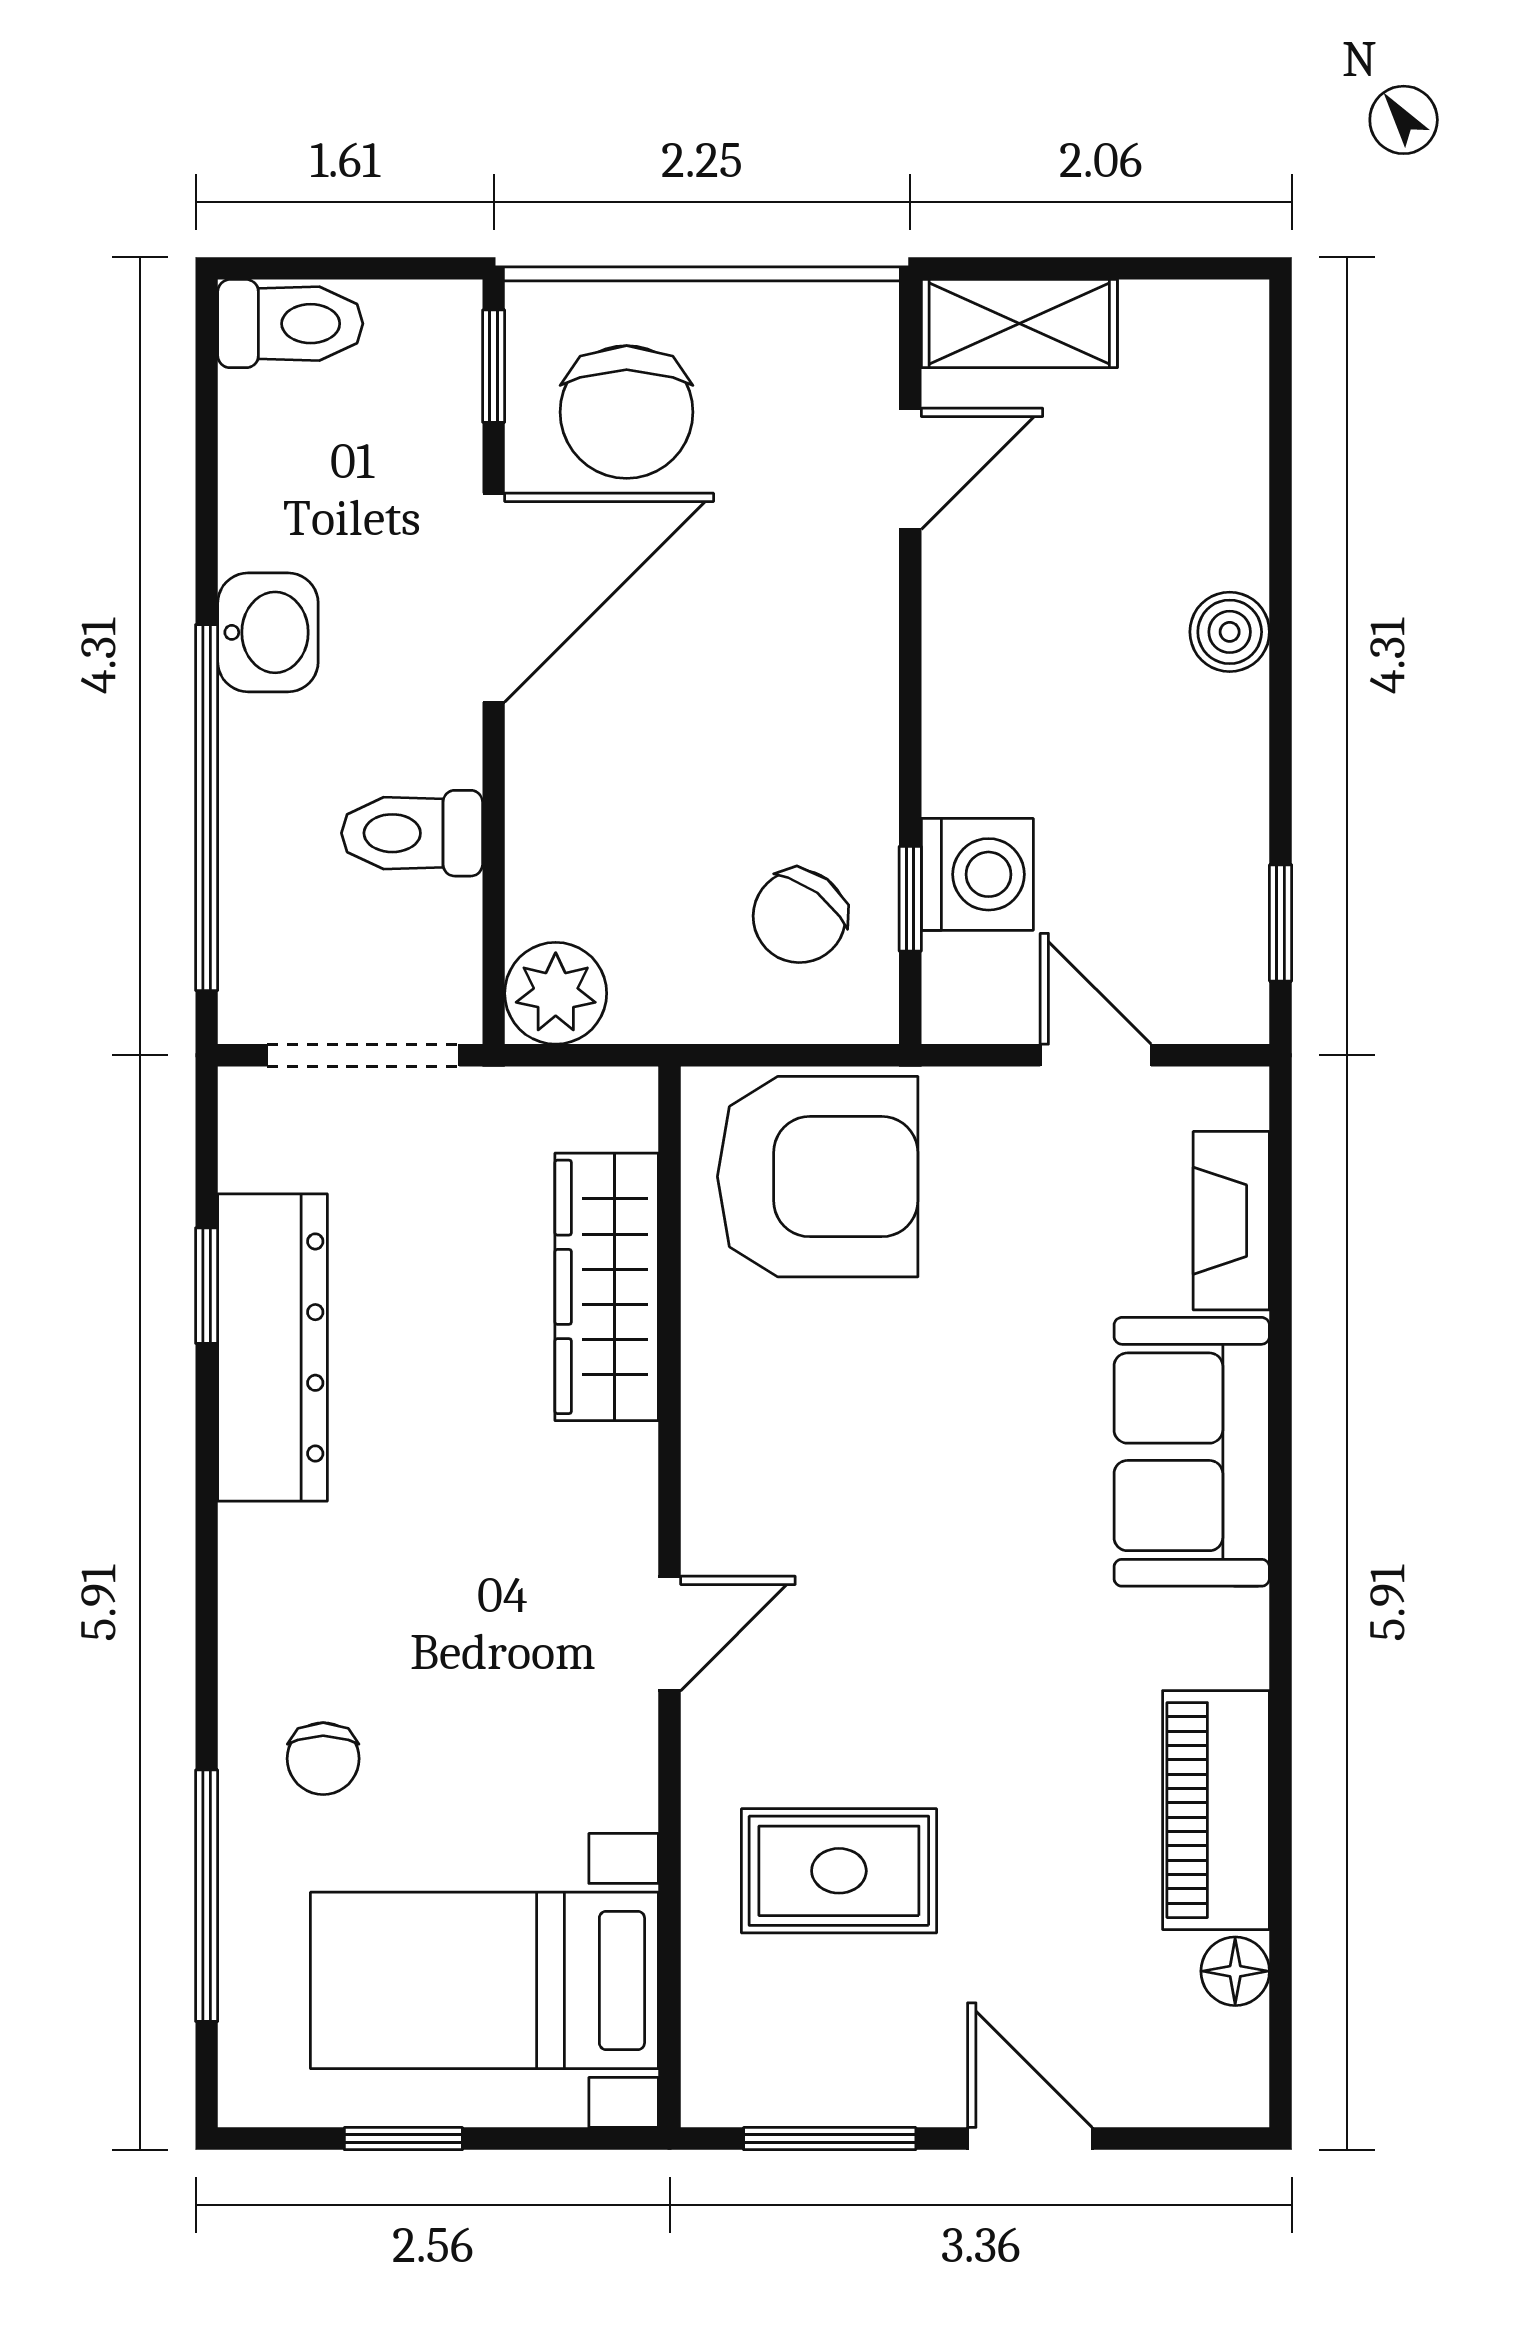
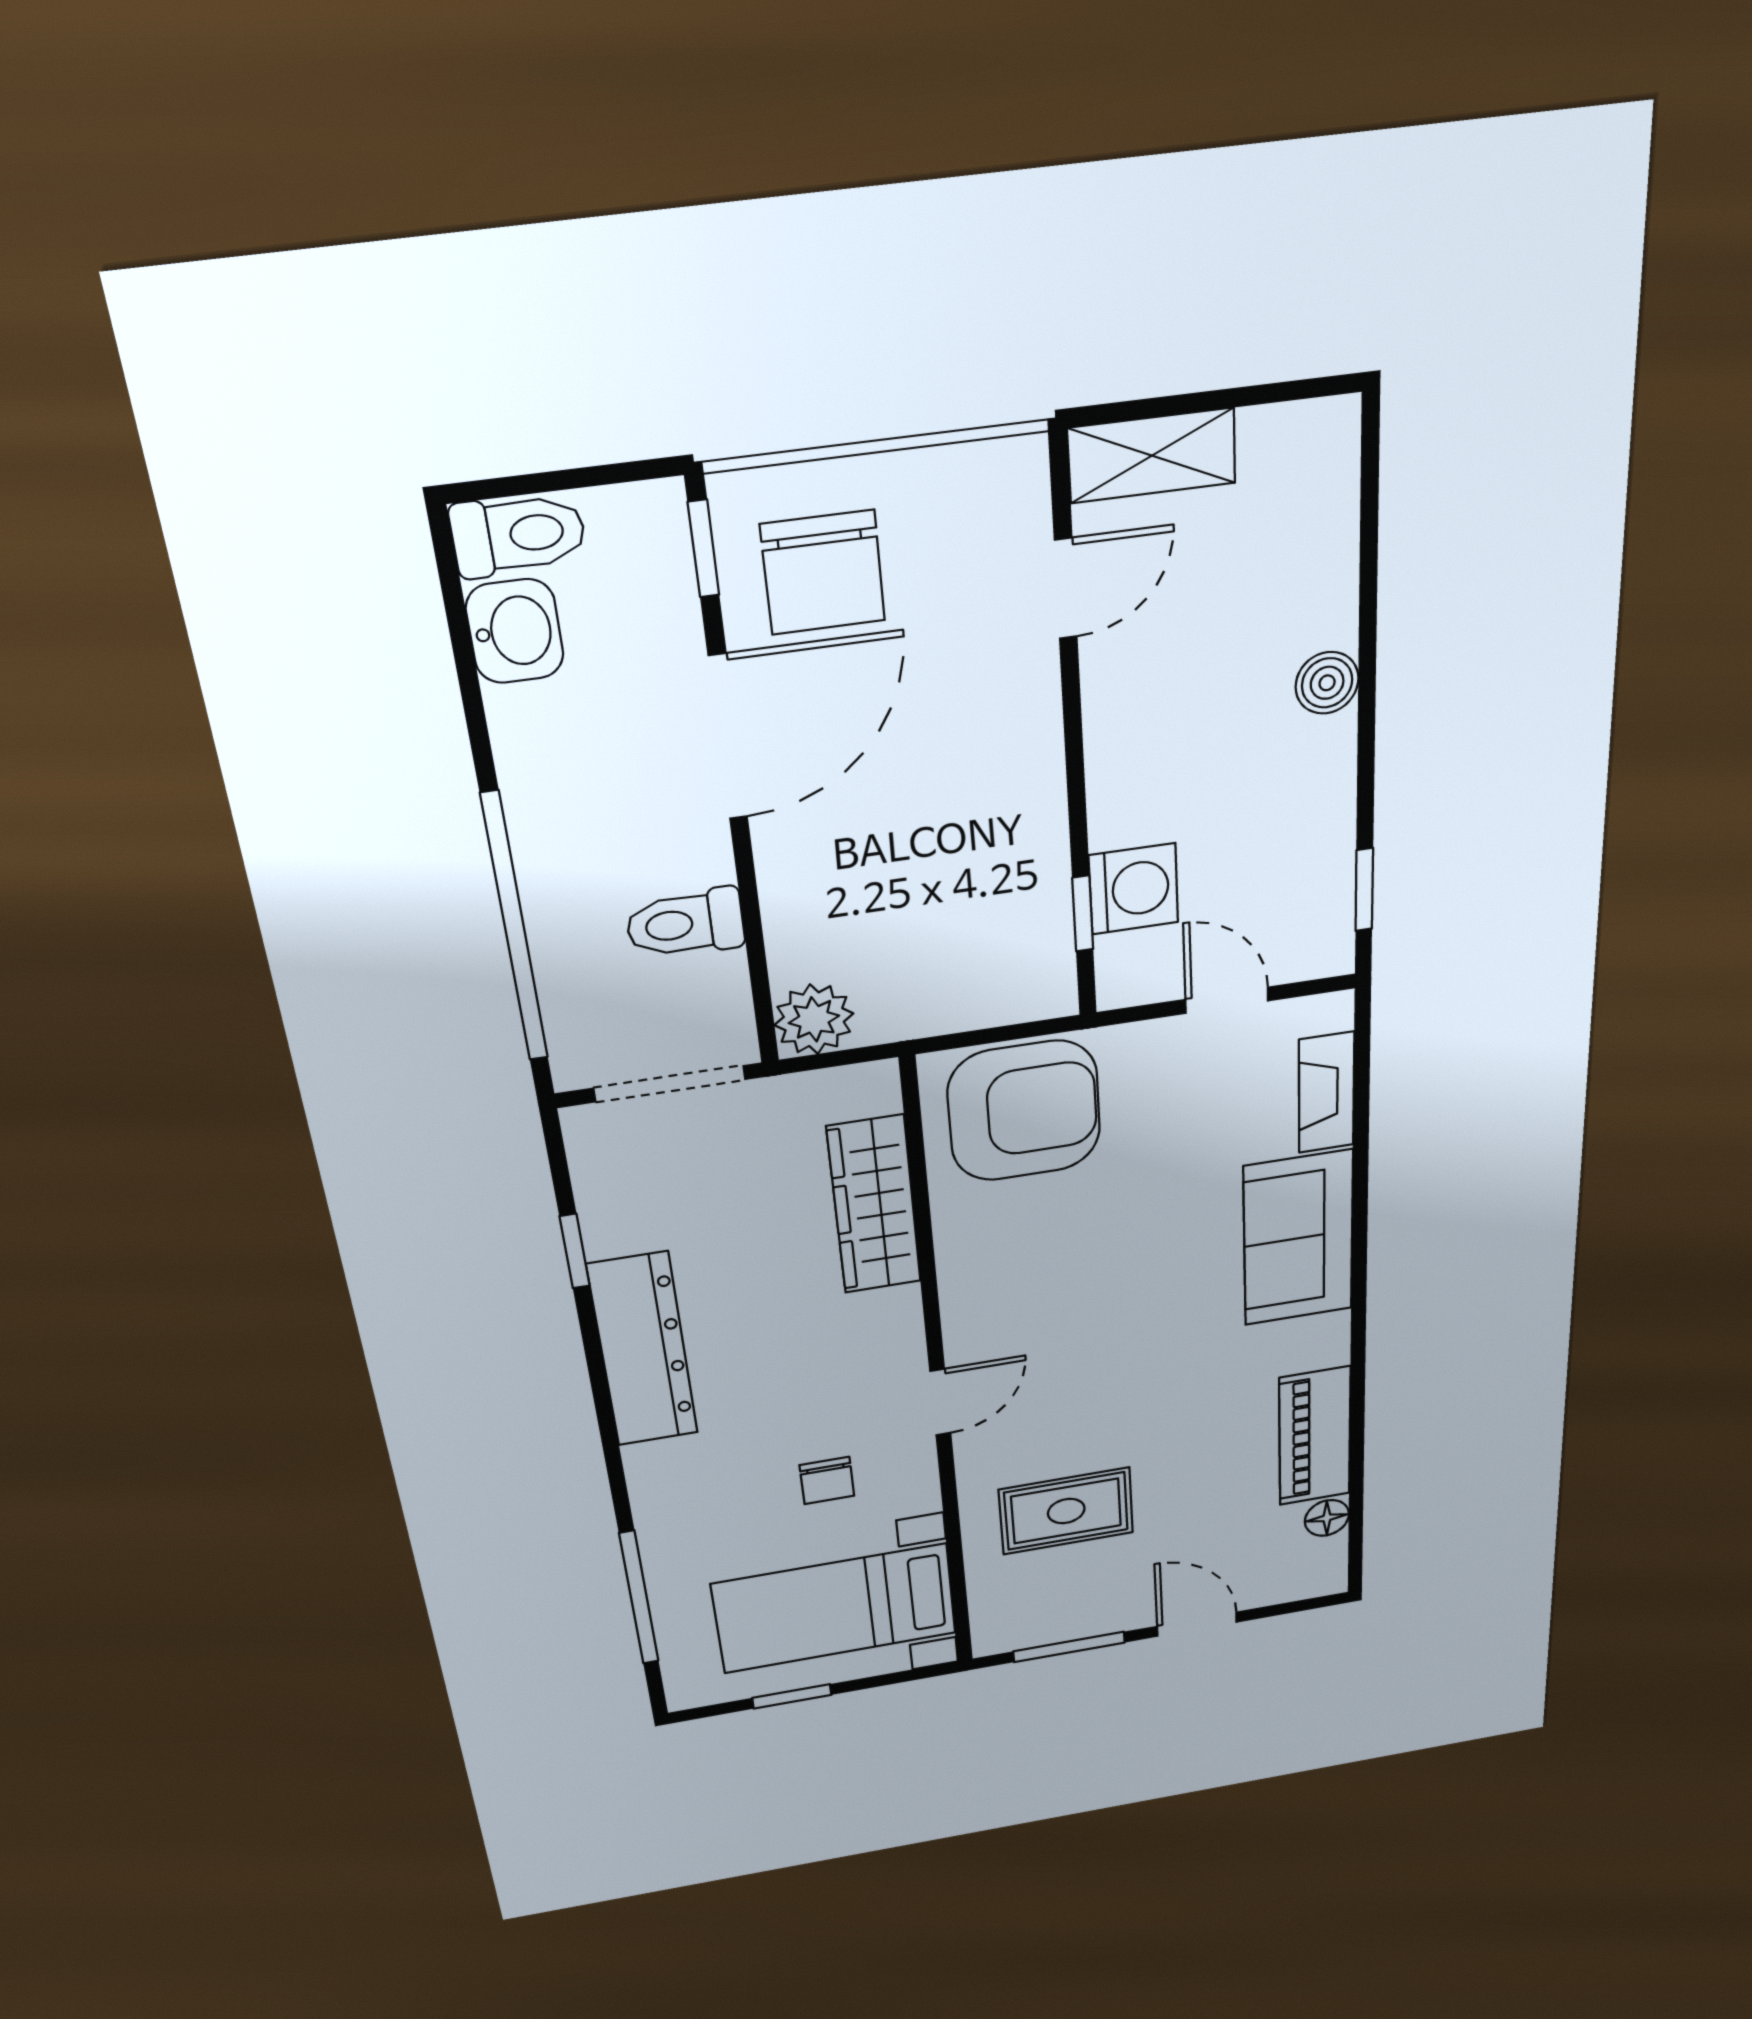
washbasin: (268, 632) -> (515, 631), moved
chair: (799, 916) -> (998, 938), removed
dresser: (273, 1347) -> (643, 1350), moved
chair: (323, 1759) -> (827, 1481), moved

